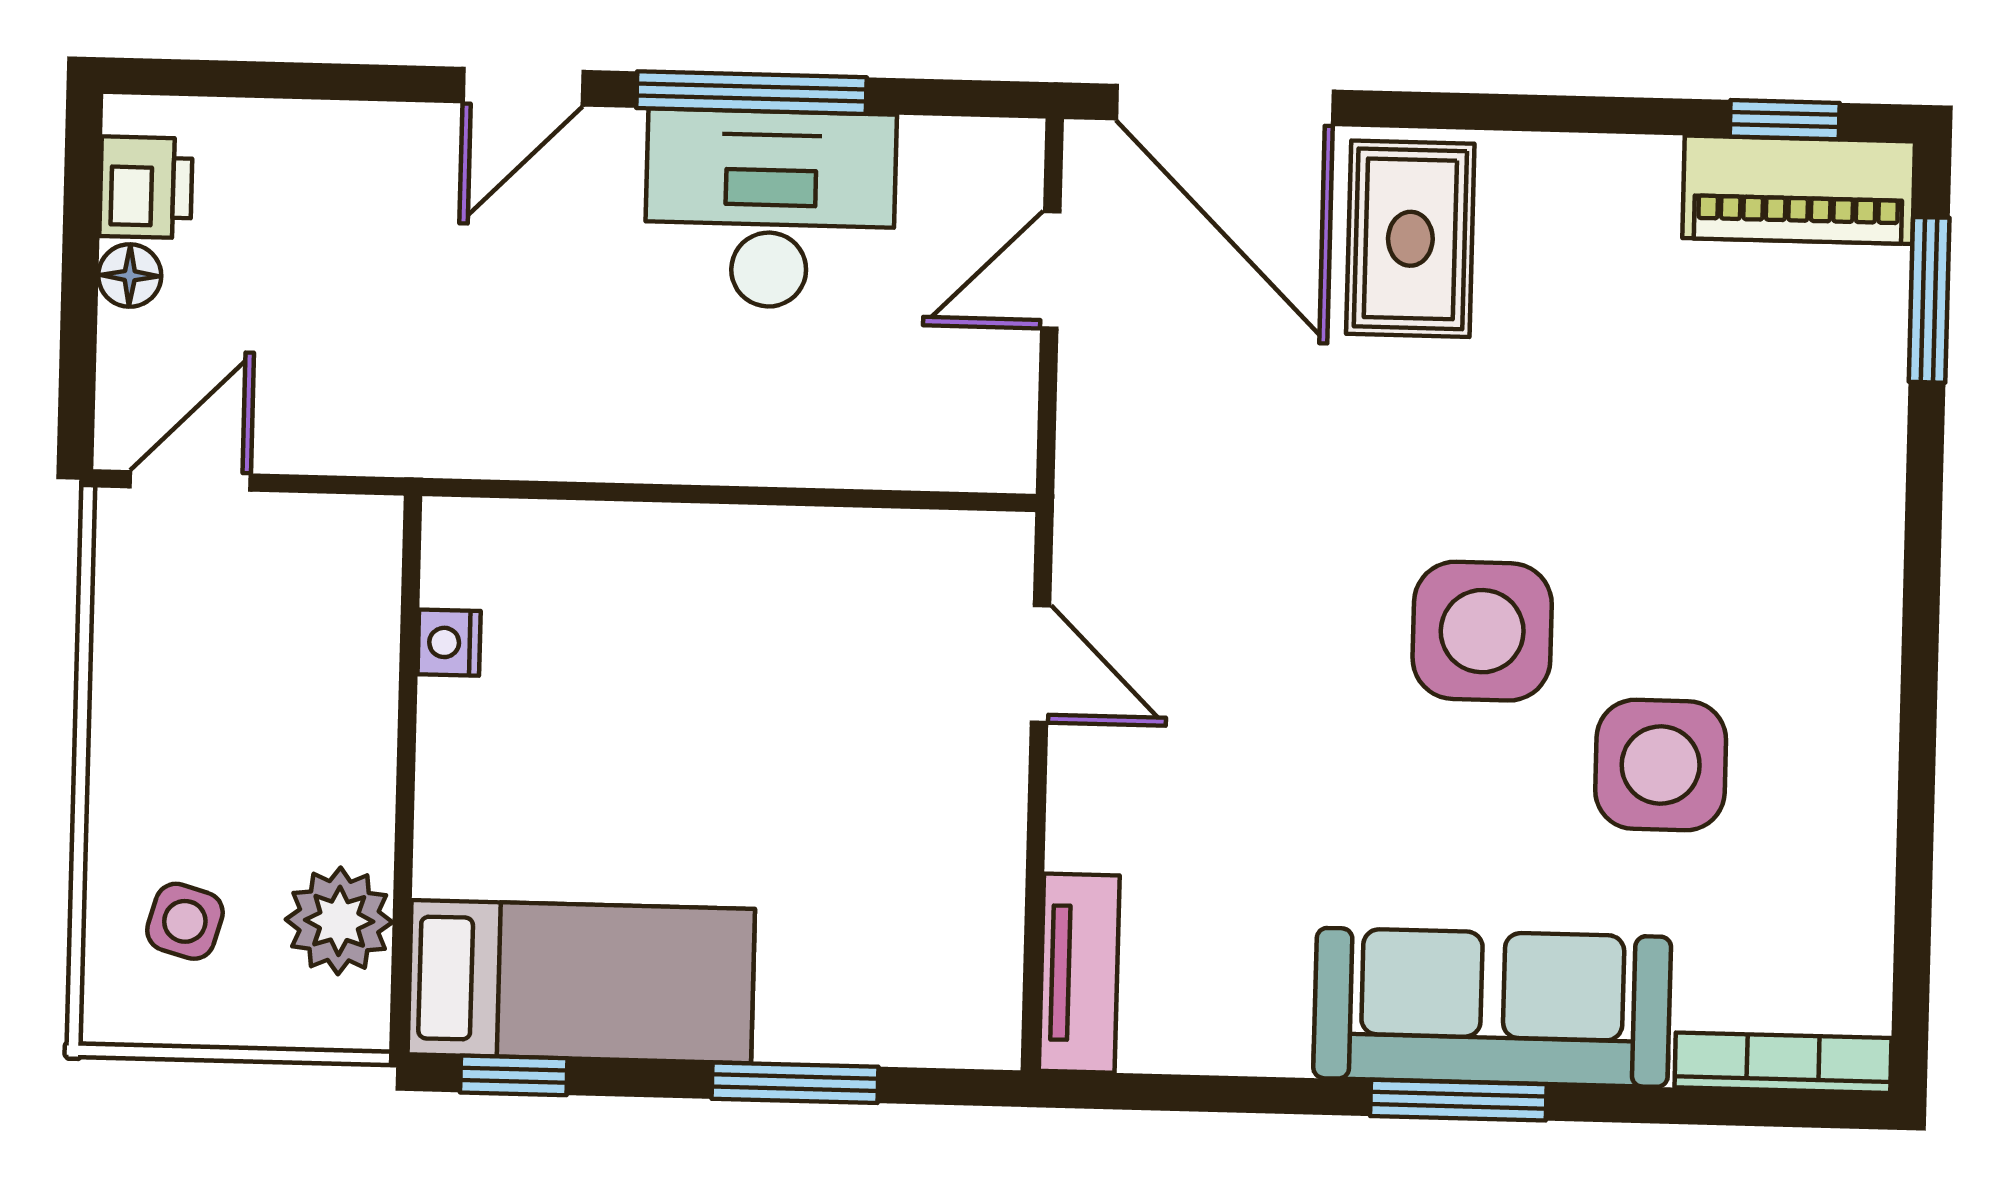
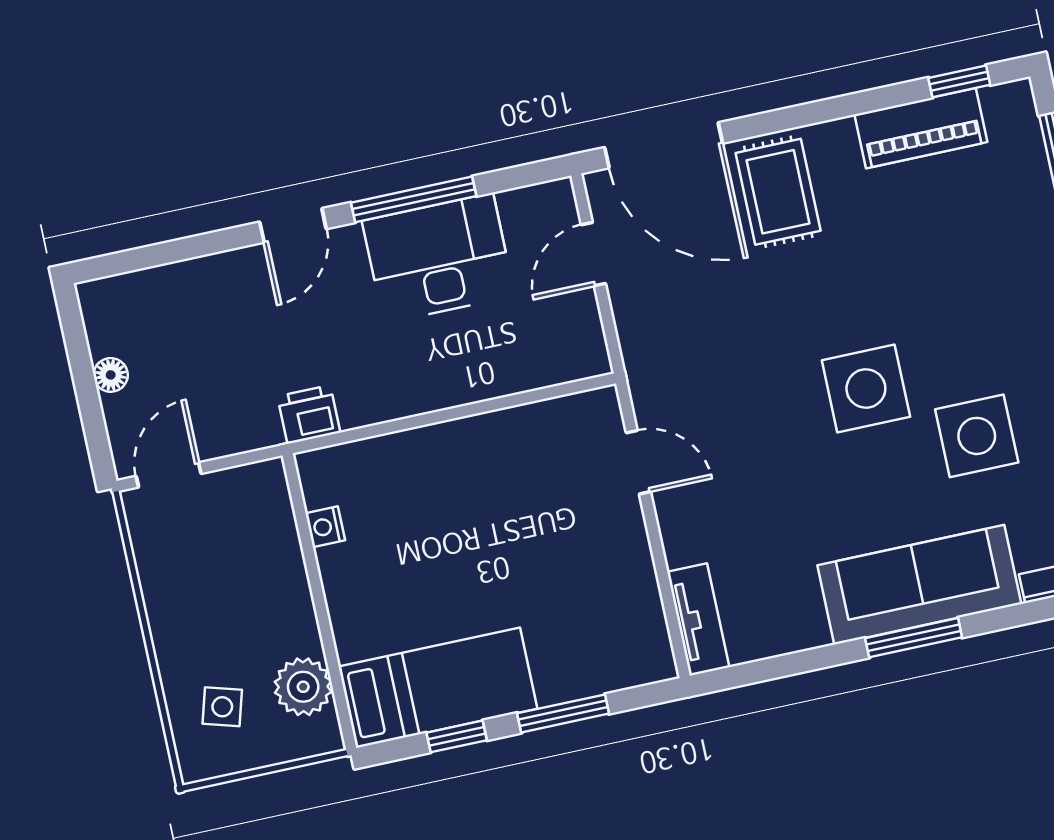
printer: (146, 187) -> (309, 414), moved, turned -90
piano: (1799, 190) -> (921, 128), moved
window: (514, 1075) -> (457, 736), moved

